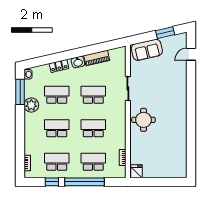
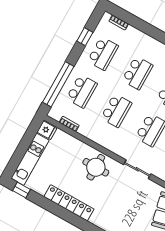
locker: (181, 125) -> (69, 203), added
window: (191, 165) -> (22, 190), added
kitchen unit: (165, 172) -> (30, 159), added
window: (85, 182) -> (58, 84), moved

